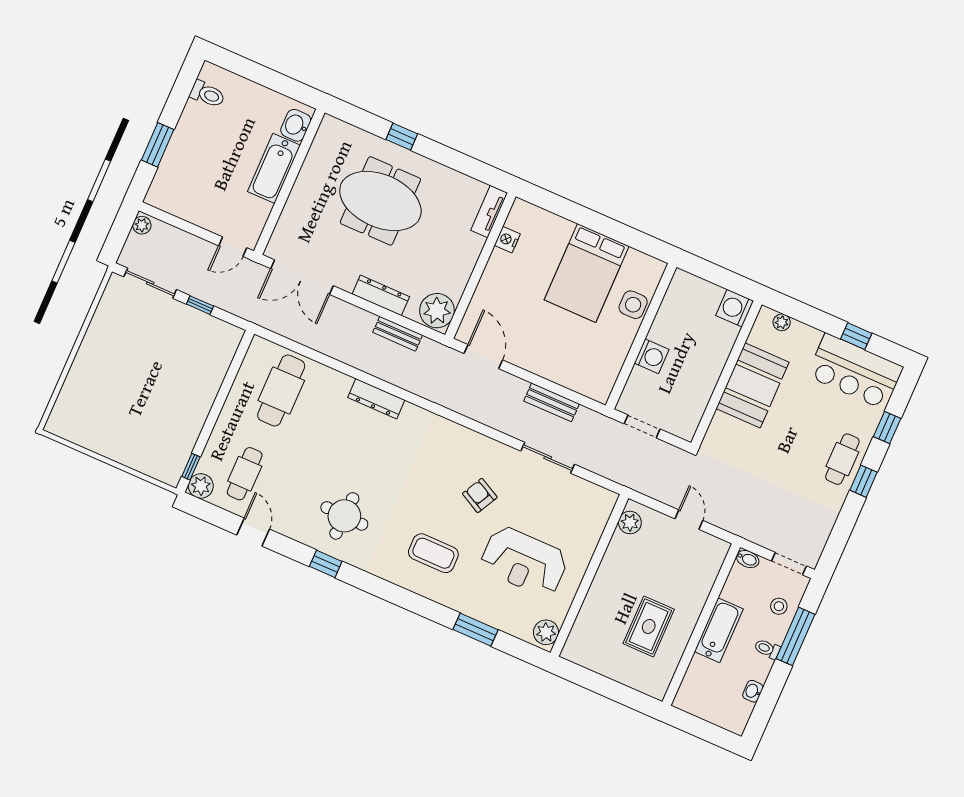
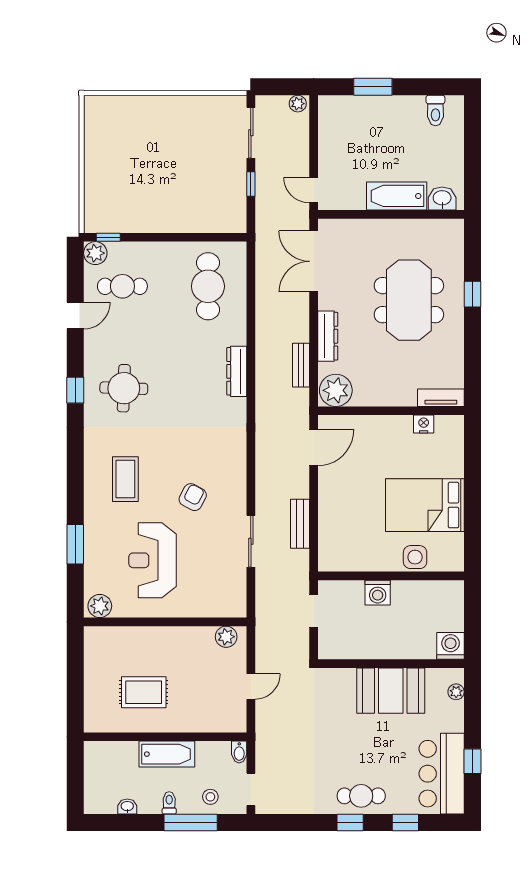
cafe table: (281, 391) -> (208, 286), turned 90

